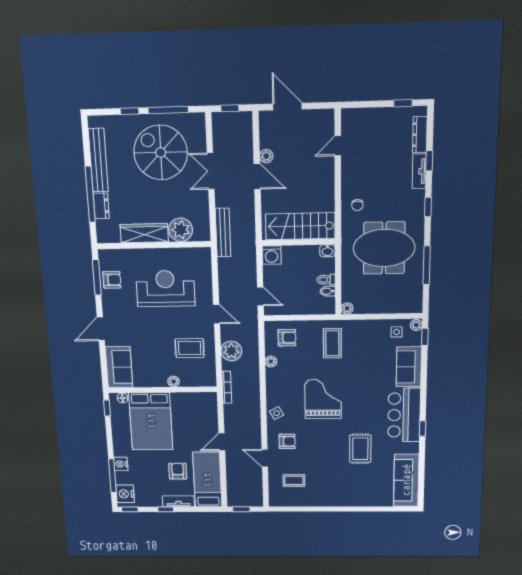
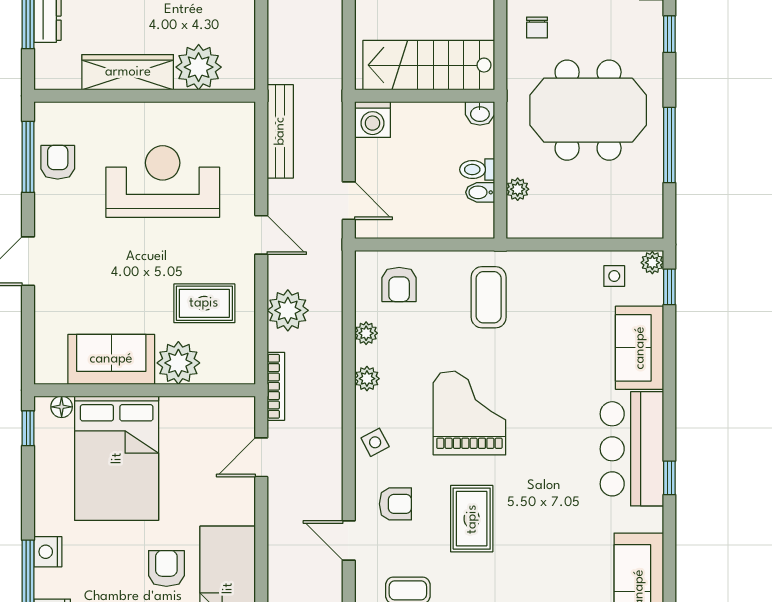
bench: (223, 233) -> (280, 131), moved
armchair: (112, 280) -> (58, 162), turned -90
plant: (347, 308) -> (518, 189), moved
armchair: (287, 338) -> (399, 284), turned 90
sofa: (119, 367) -> (111, 359), moved, turned -90
plant: (174, 382) -> (178, 363), width x1.87, depth x1.87
plant: (272, 383) -> (367, 379), added
door: (222, 442) -> (261, 457), moved
rug: (360, 449) -> (472, 519), moved

